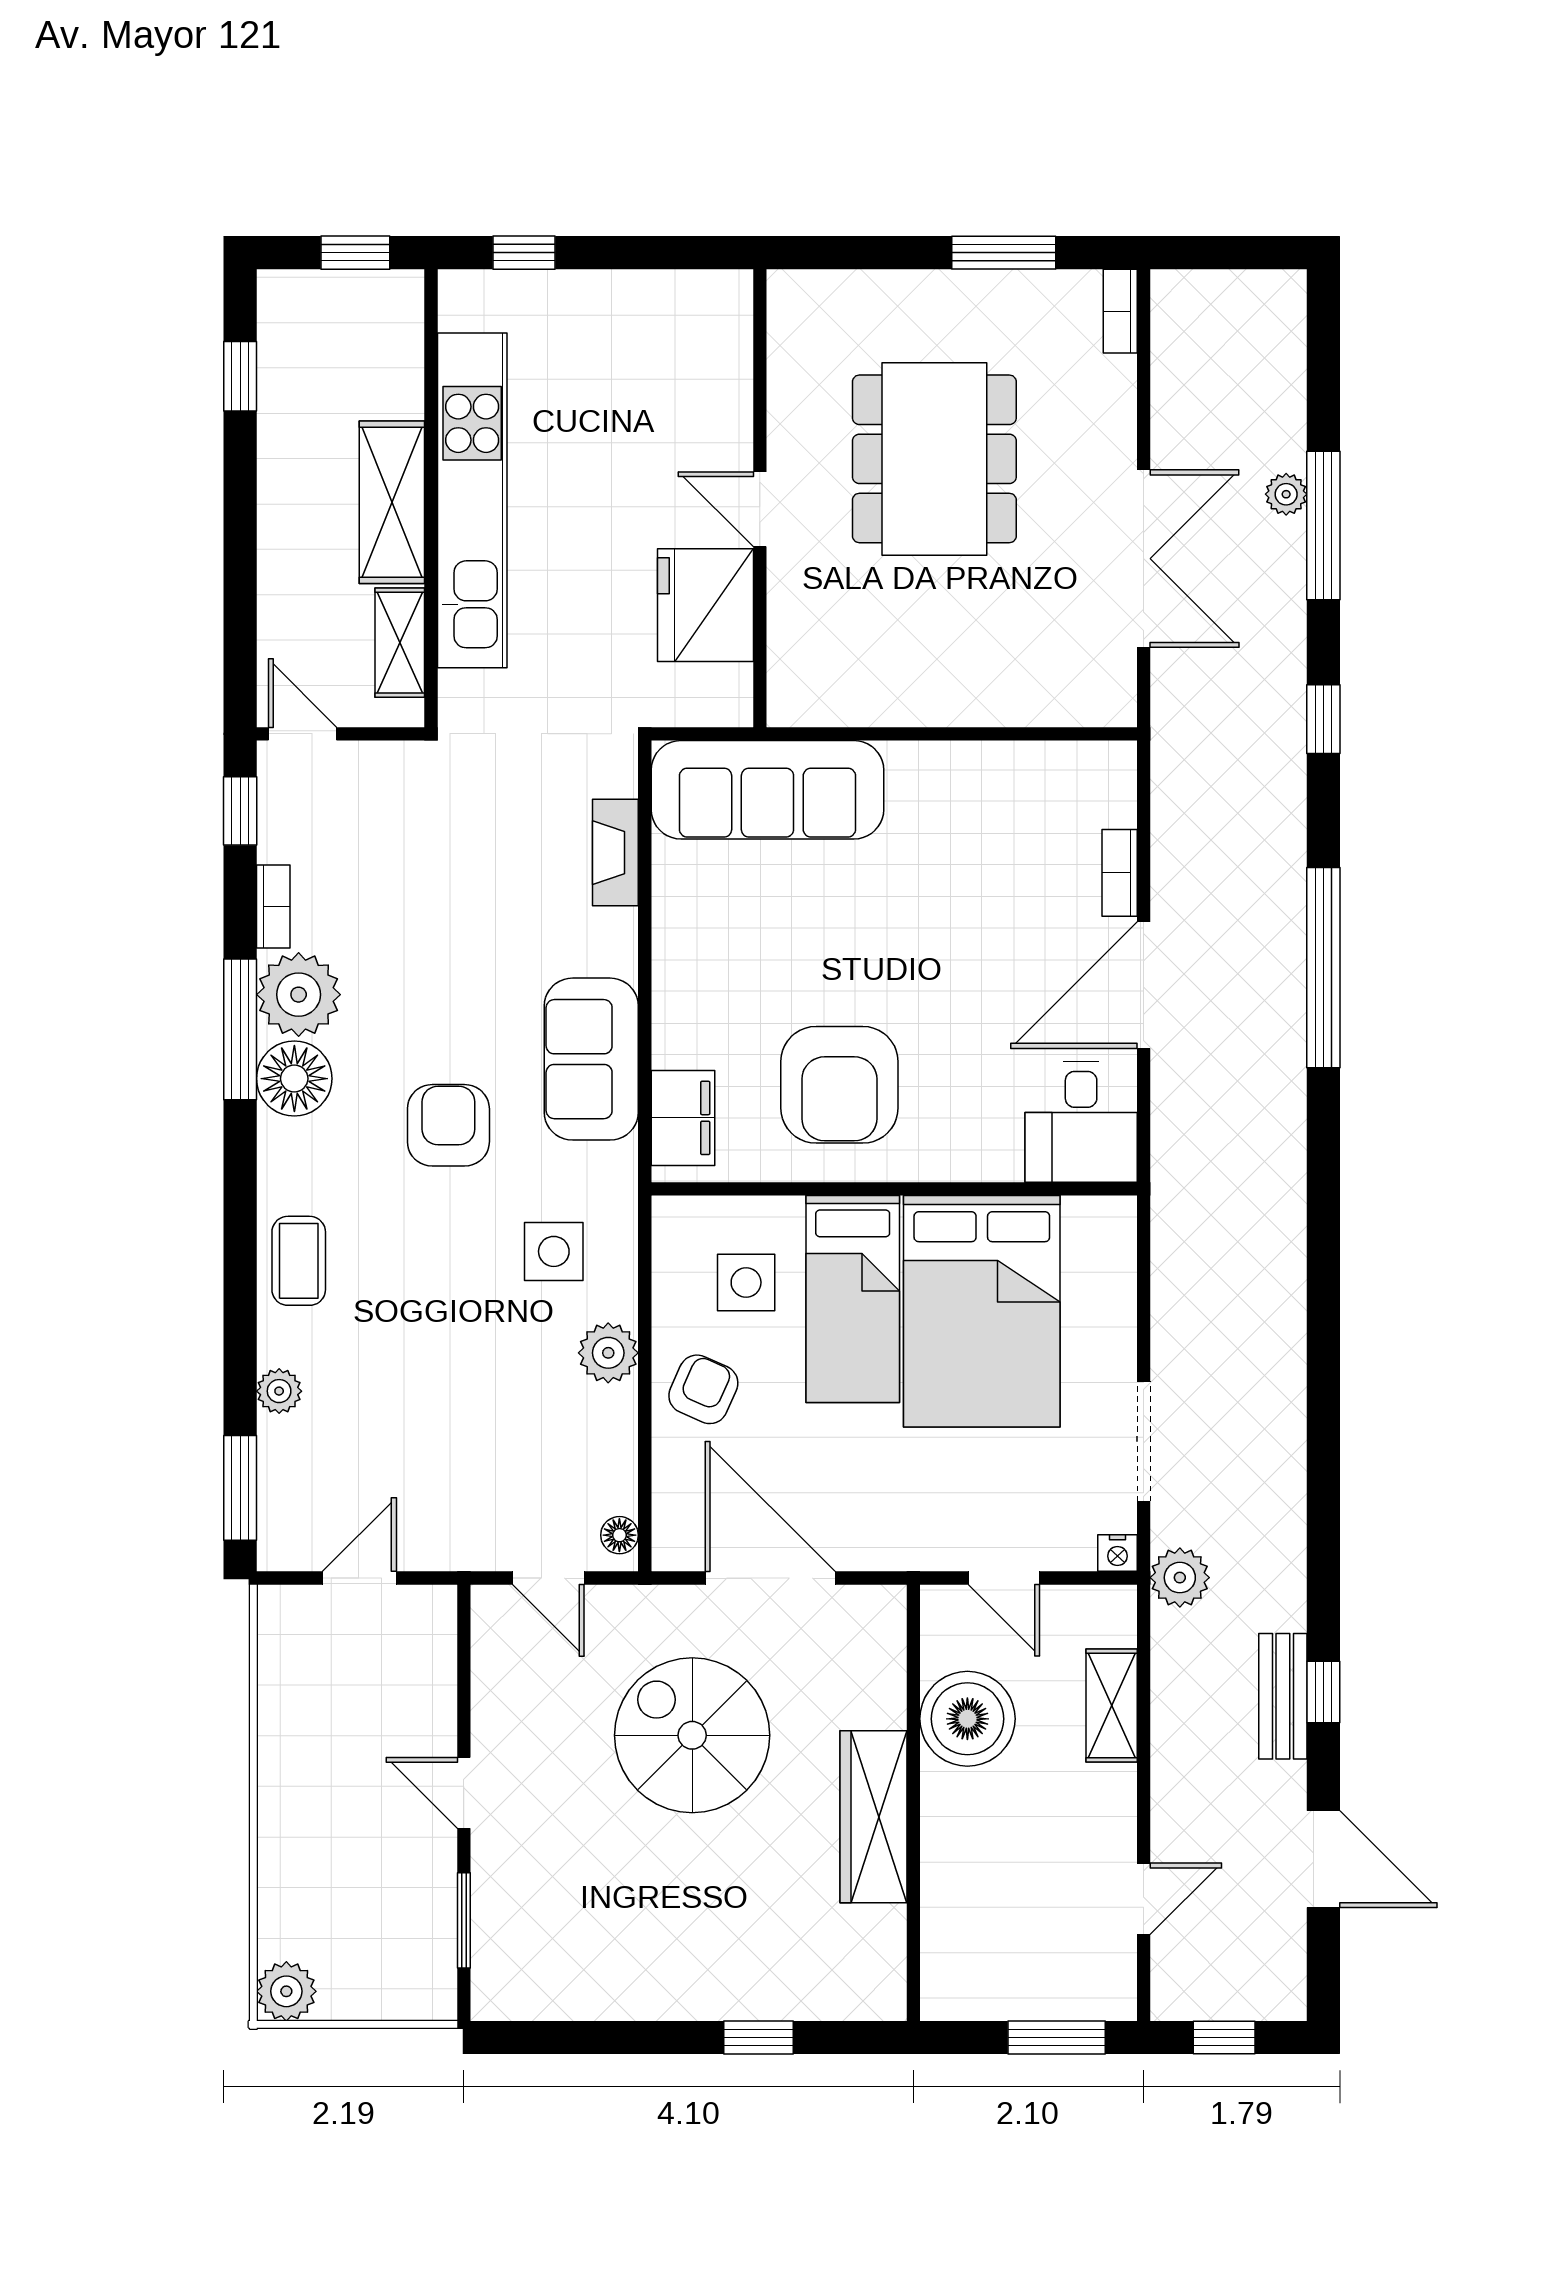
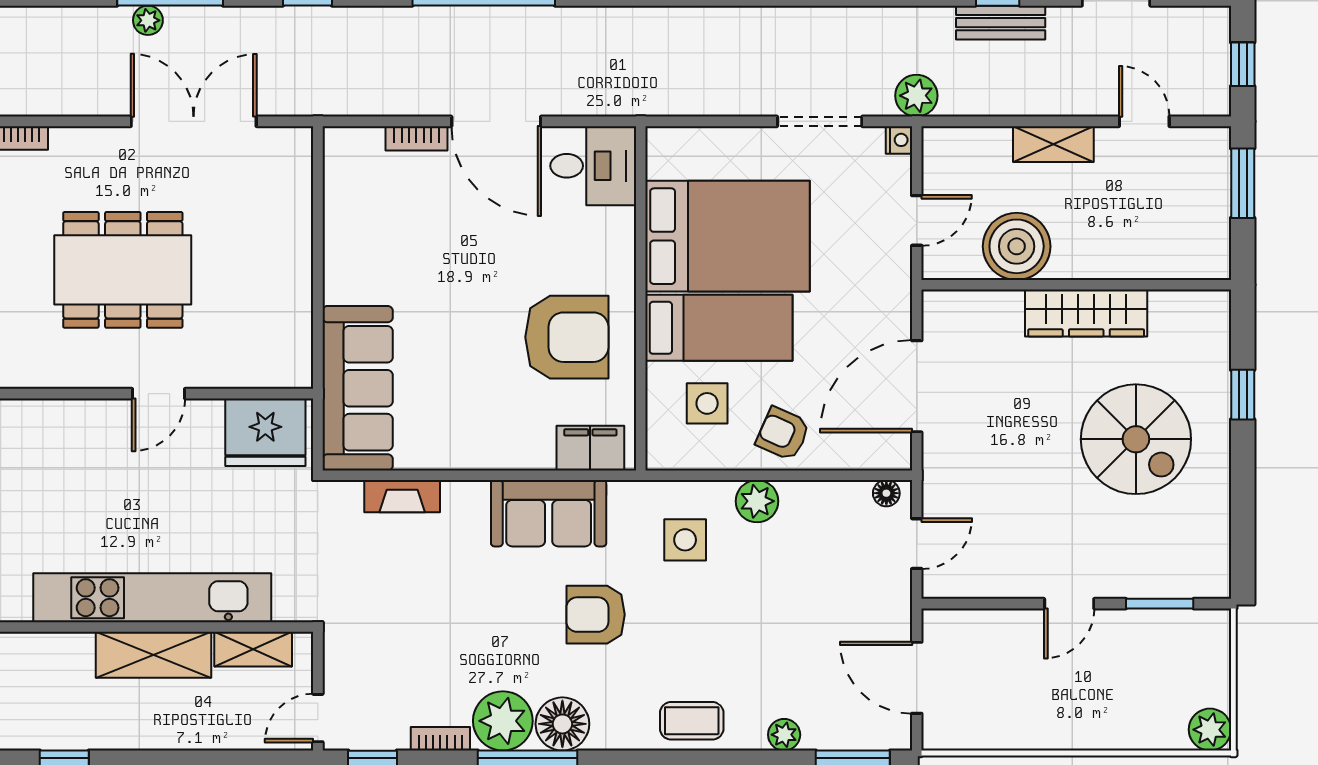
fridge: (705, 605) -> (265, 432), moved
door: (359, 1578) -> (917, 678), width x1.38
shelving: (1112, 1705) -> (1053, 144), moved
spiral stairs: (692, 1735) -> (1136, 439), moved, turned -90

